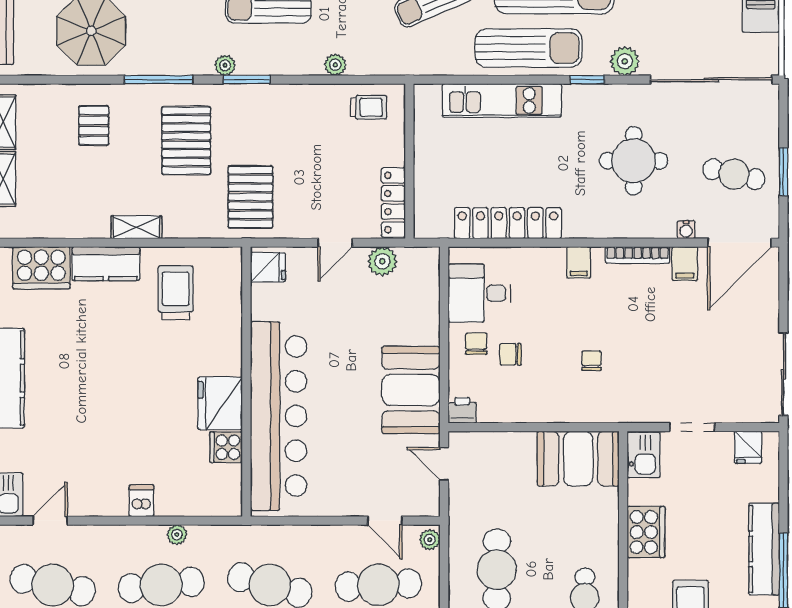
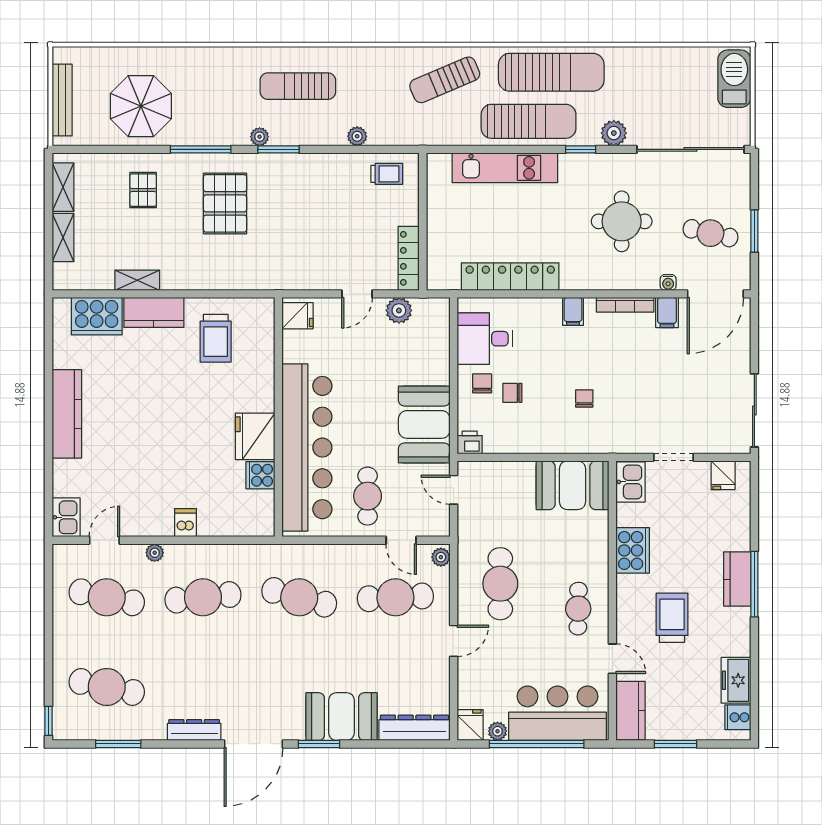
pallet: (250, 197) -> (282, 253), removed
shelving: (136, 227) -> (137, 280), moved
trolley: (176, 293) -> (216, 338), turned 180
cafe table: (347, 471) -> (368, 496), added
plant: (177, 535) -> (155, 553), moved
kitchen counter: (764, 549) -> (737, 579), width x0.67

